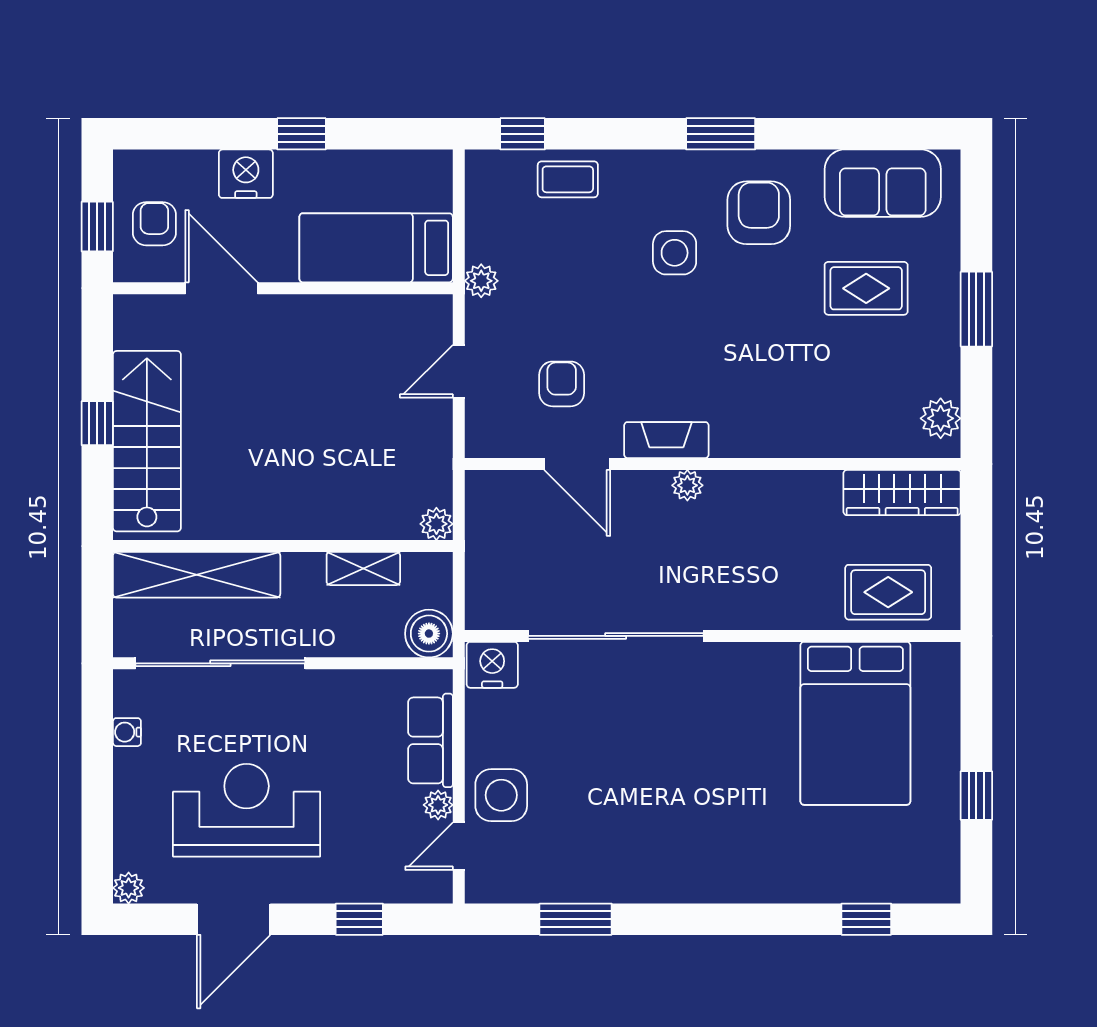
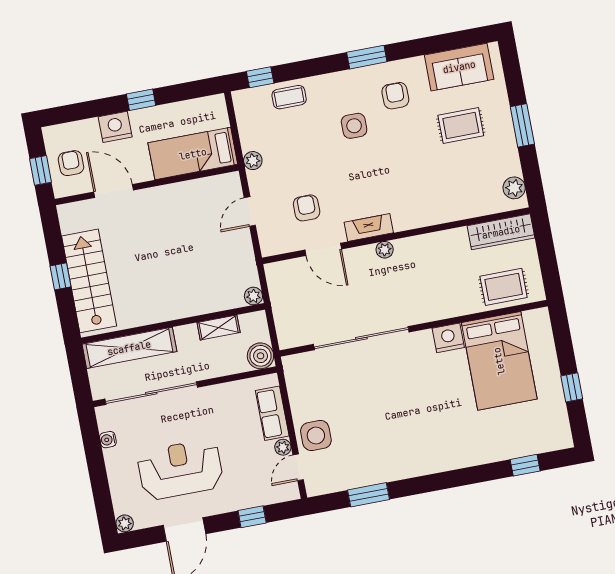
armchair: (759, 213) -> (395, 96), width x0.72, depth x0.72
nightstand: (492, 665) -> (448, 338), moved

